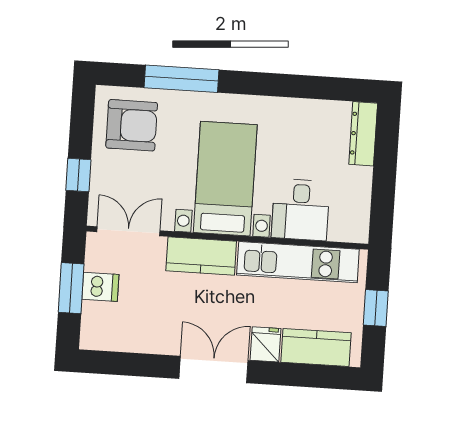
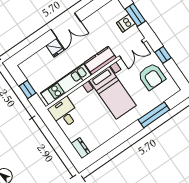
armchair: (132, 125) -> (152, 76), moved, turned -90
dresser: (363, 134) -> (81, 148), width x0.70
desk: (301, 210) -> (64, 113), moved
kitchen counter: (316, 348) -> (37, 60), removed

